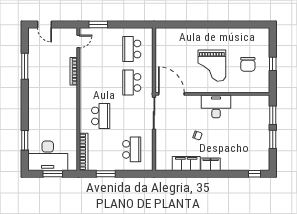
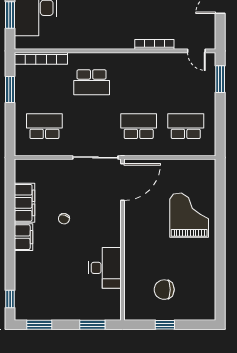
grand piano: (212, 66) -> (189, 215), moved, turned 90
desk: (216, 106) -> (105, 268), moved
window: (273, 139) -> (39, 325), moved
school desk: (132, 149) -> (44, 126), turned 180

